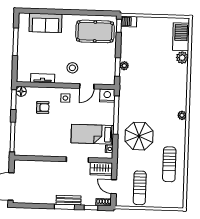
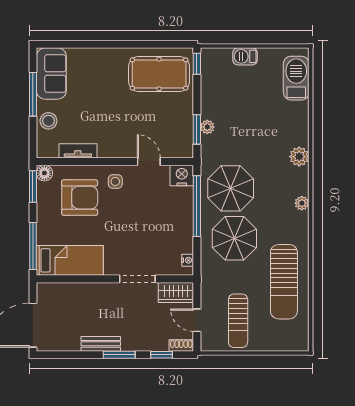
barbecue: (129, 22) -> (245, 56), moved
sofa: (45, 23) -> (51, 74), moved, turned -90
plant: (182, 58) -> (299, 157), moved
stool: (72, 68) -> (48, 121), moved
door: (87, 86) -> (149, 162), swing flipped
parasol: (138, 105) -> (231, 188), added
armchair: (43, 107) -> (80, 198), width x1.88, depth x1.88
bed: (92, 134) -> (70, 260), moved, turned 180
sun lounger: (169, 164) -> (284, 282), width x1.36, depth x1.34
bench: (69, 200) -> (101, 344), moved

